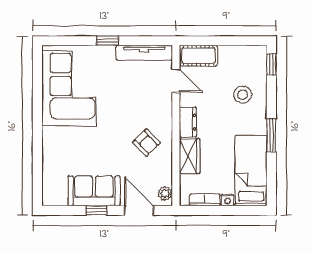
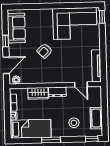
window: (108, 41) -> (102, 17), moved
cot: (198, 56) -> (96, 118), moved
door: (176, 81) -> (81, 84), hinge flipped
armchair: (146, 143) -> (45, 51), moved
sofa: (94, 191) -> (16, 28), moved

